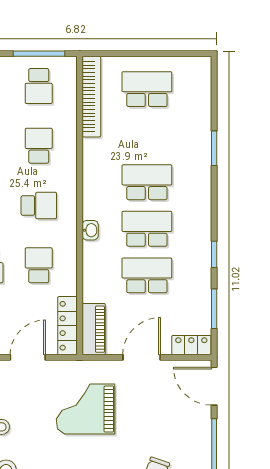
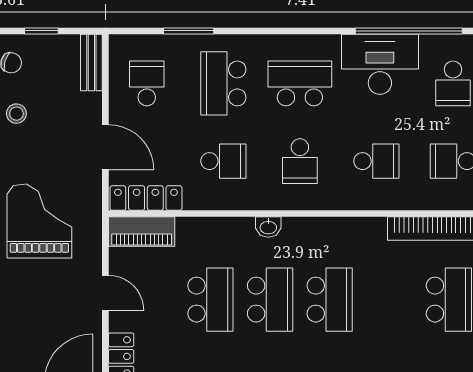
door: (142, 357) -> (105, 293), width x0.73

